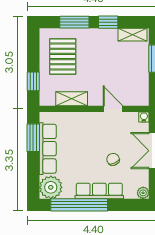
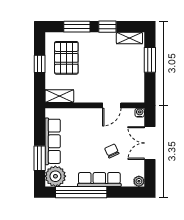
window: (33, 81) -> (40, 64), moved
shelving: (72, 99) -> (59, 96), moved
door: (113, 109) -> (112, 105), swing flipped
window: (33, 138) -> (40, 158), moved

